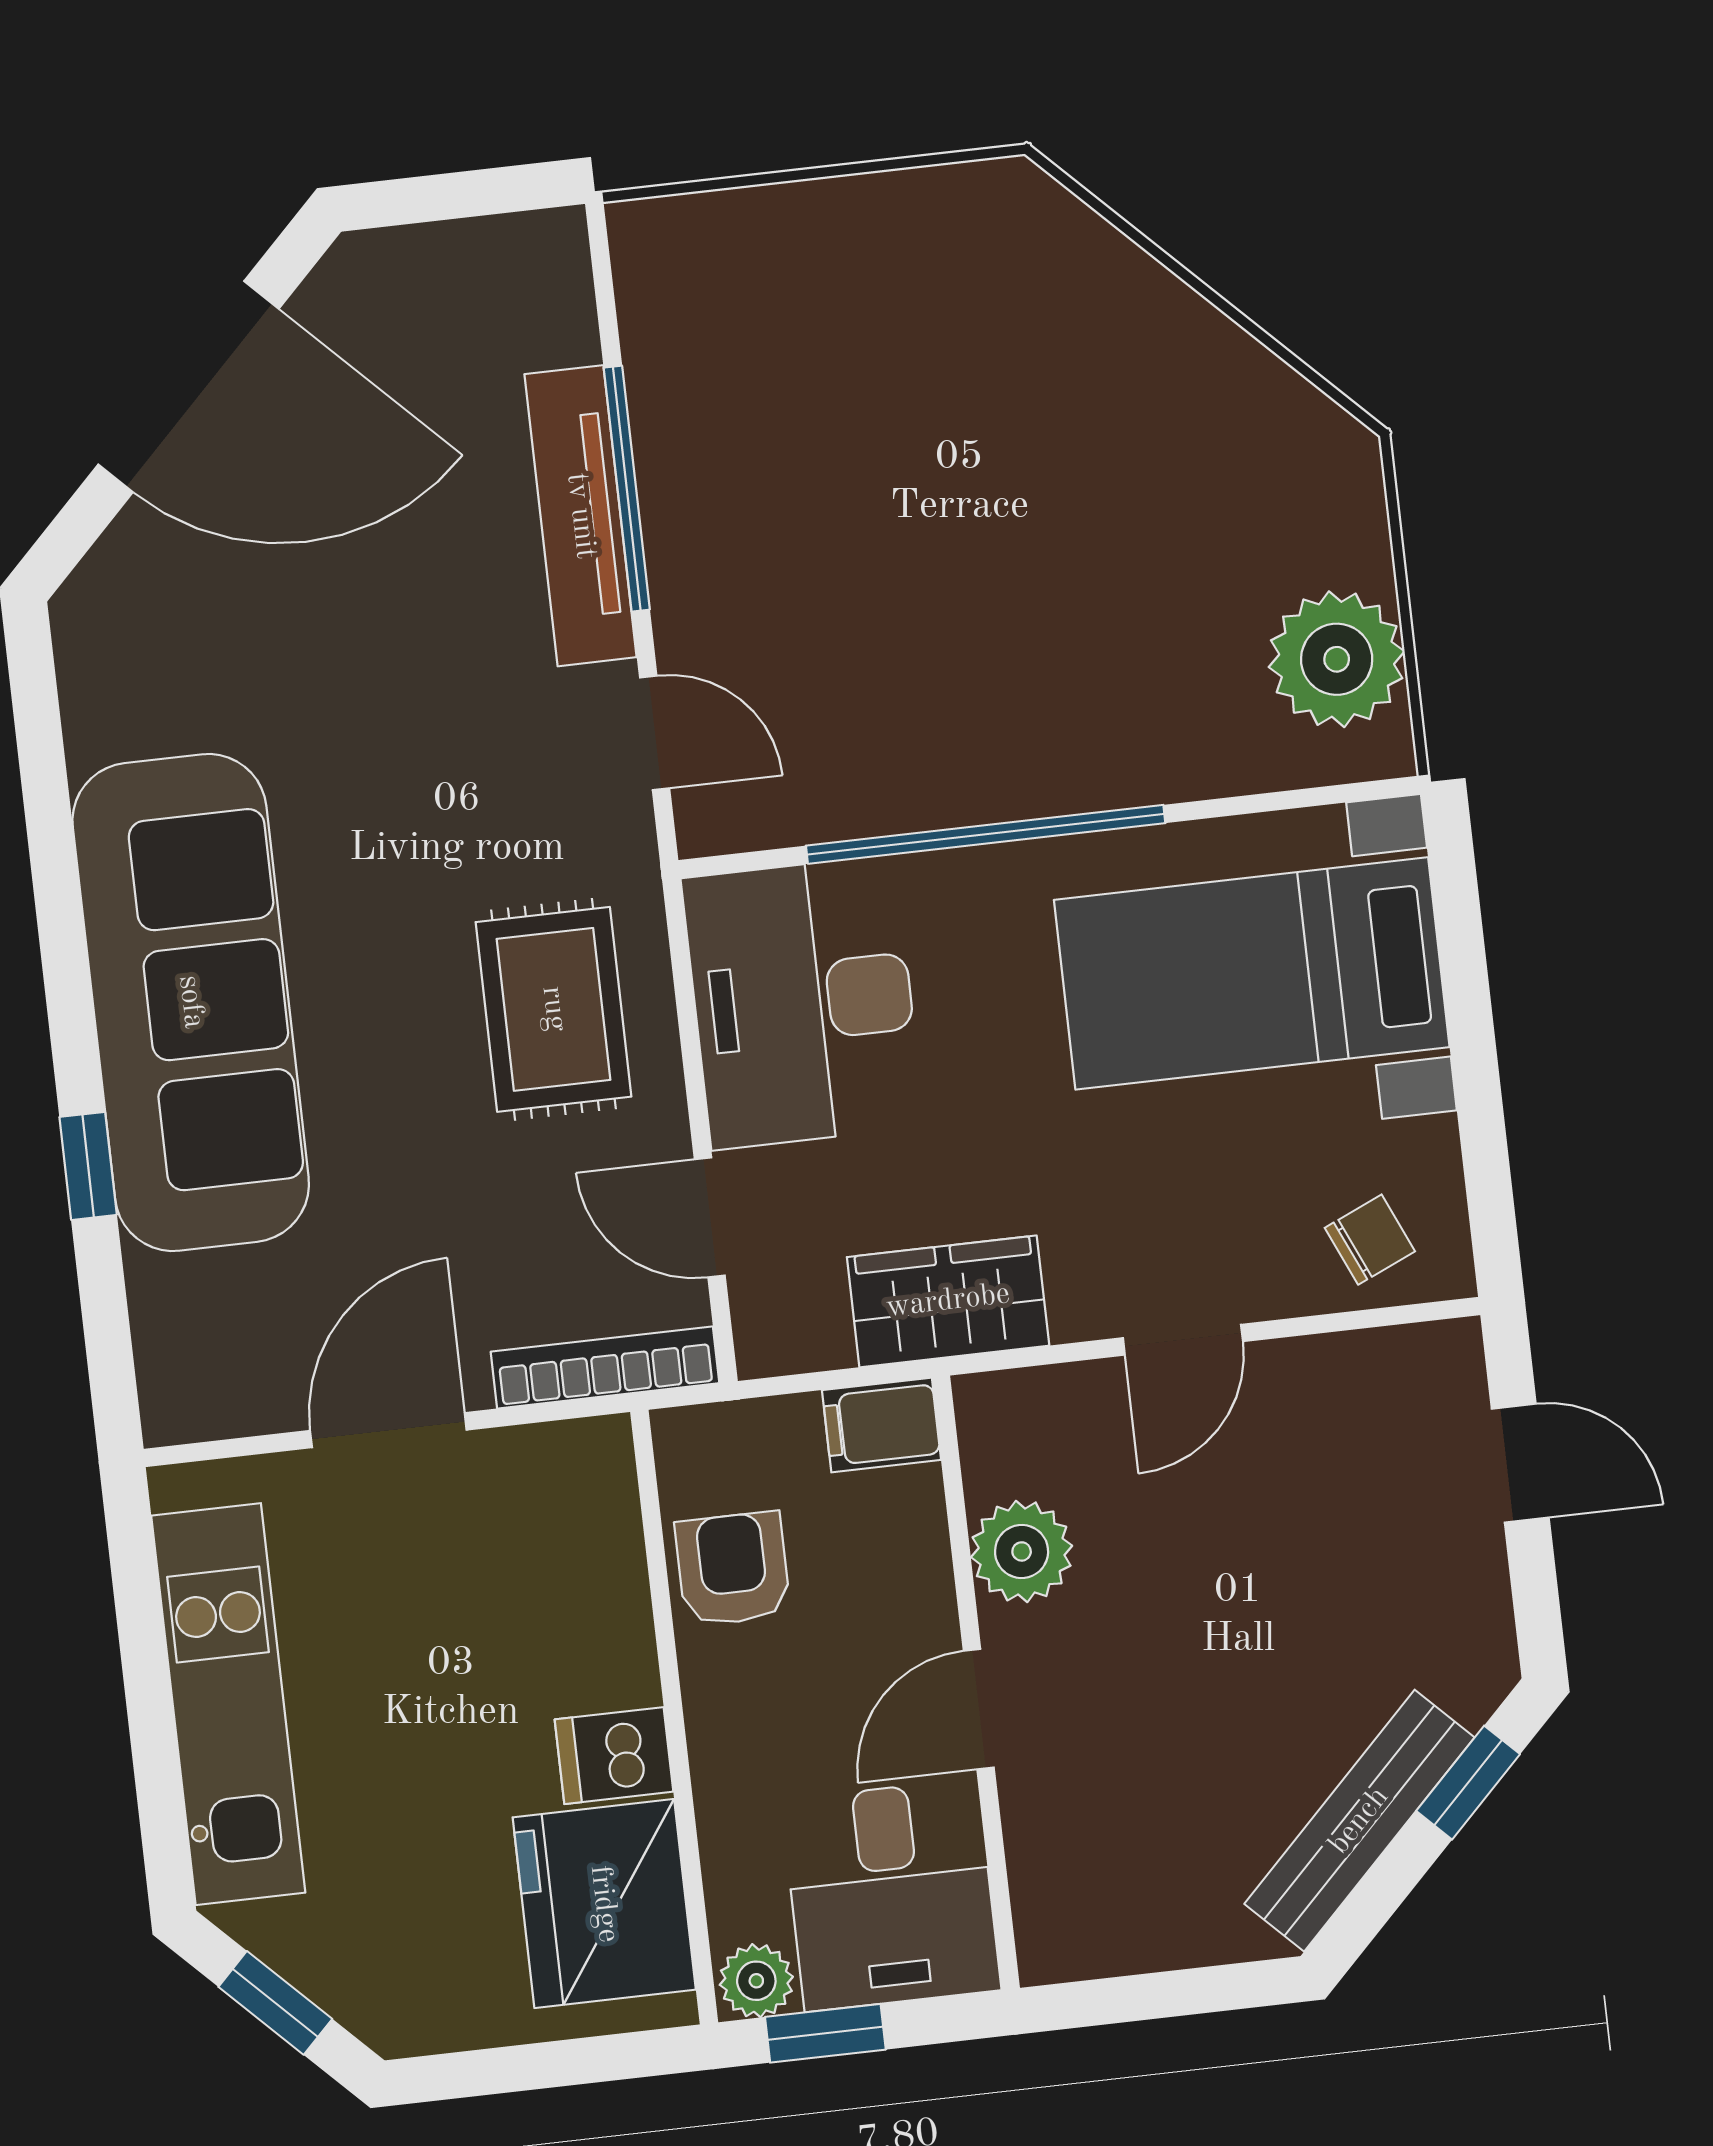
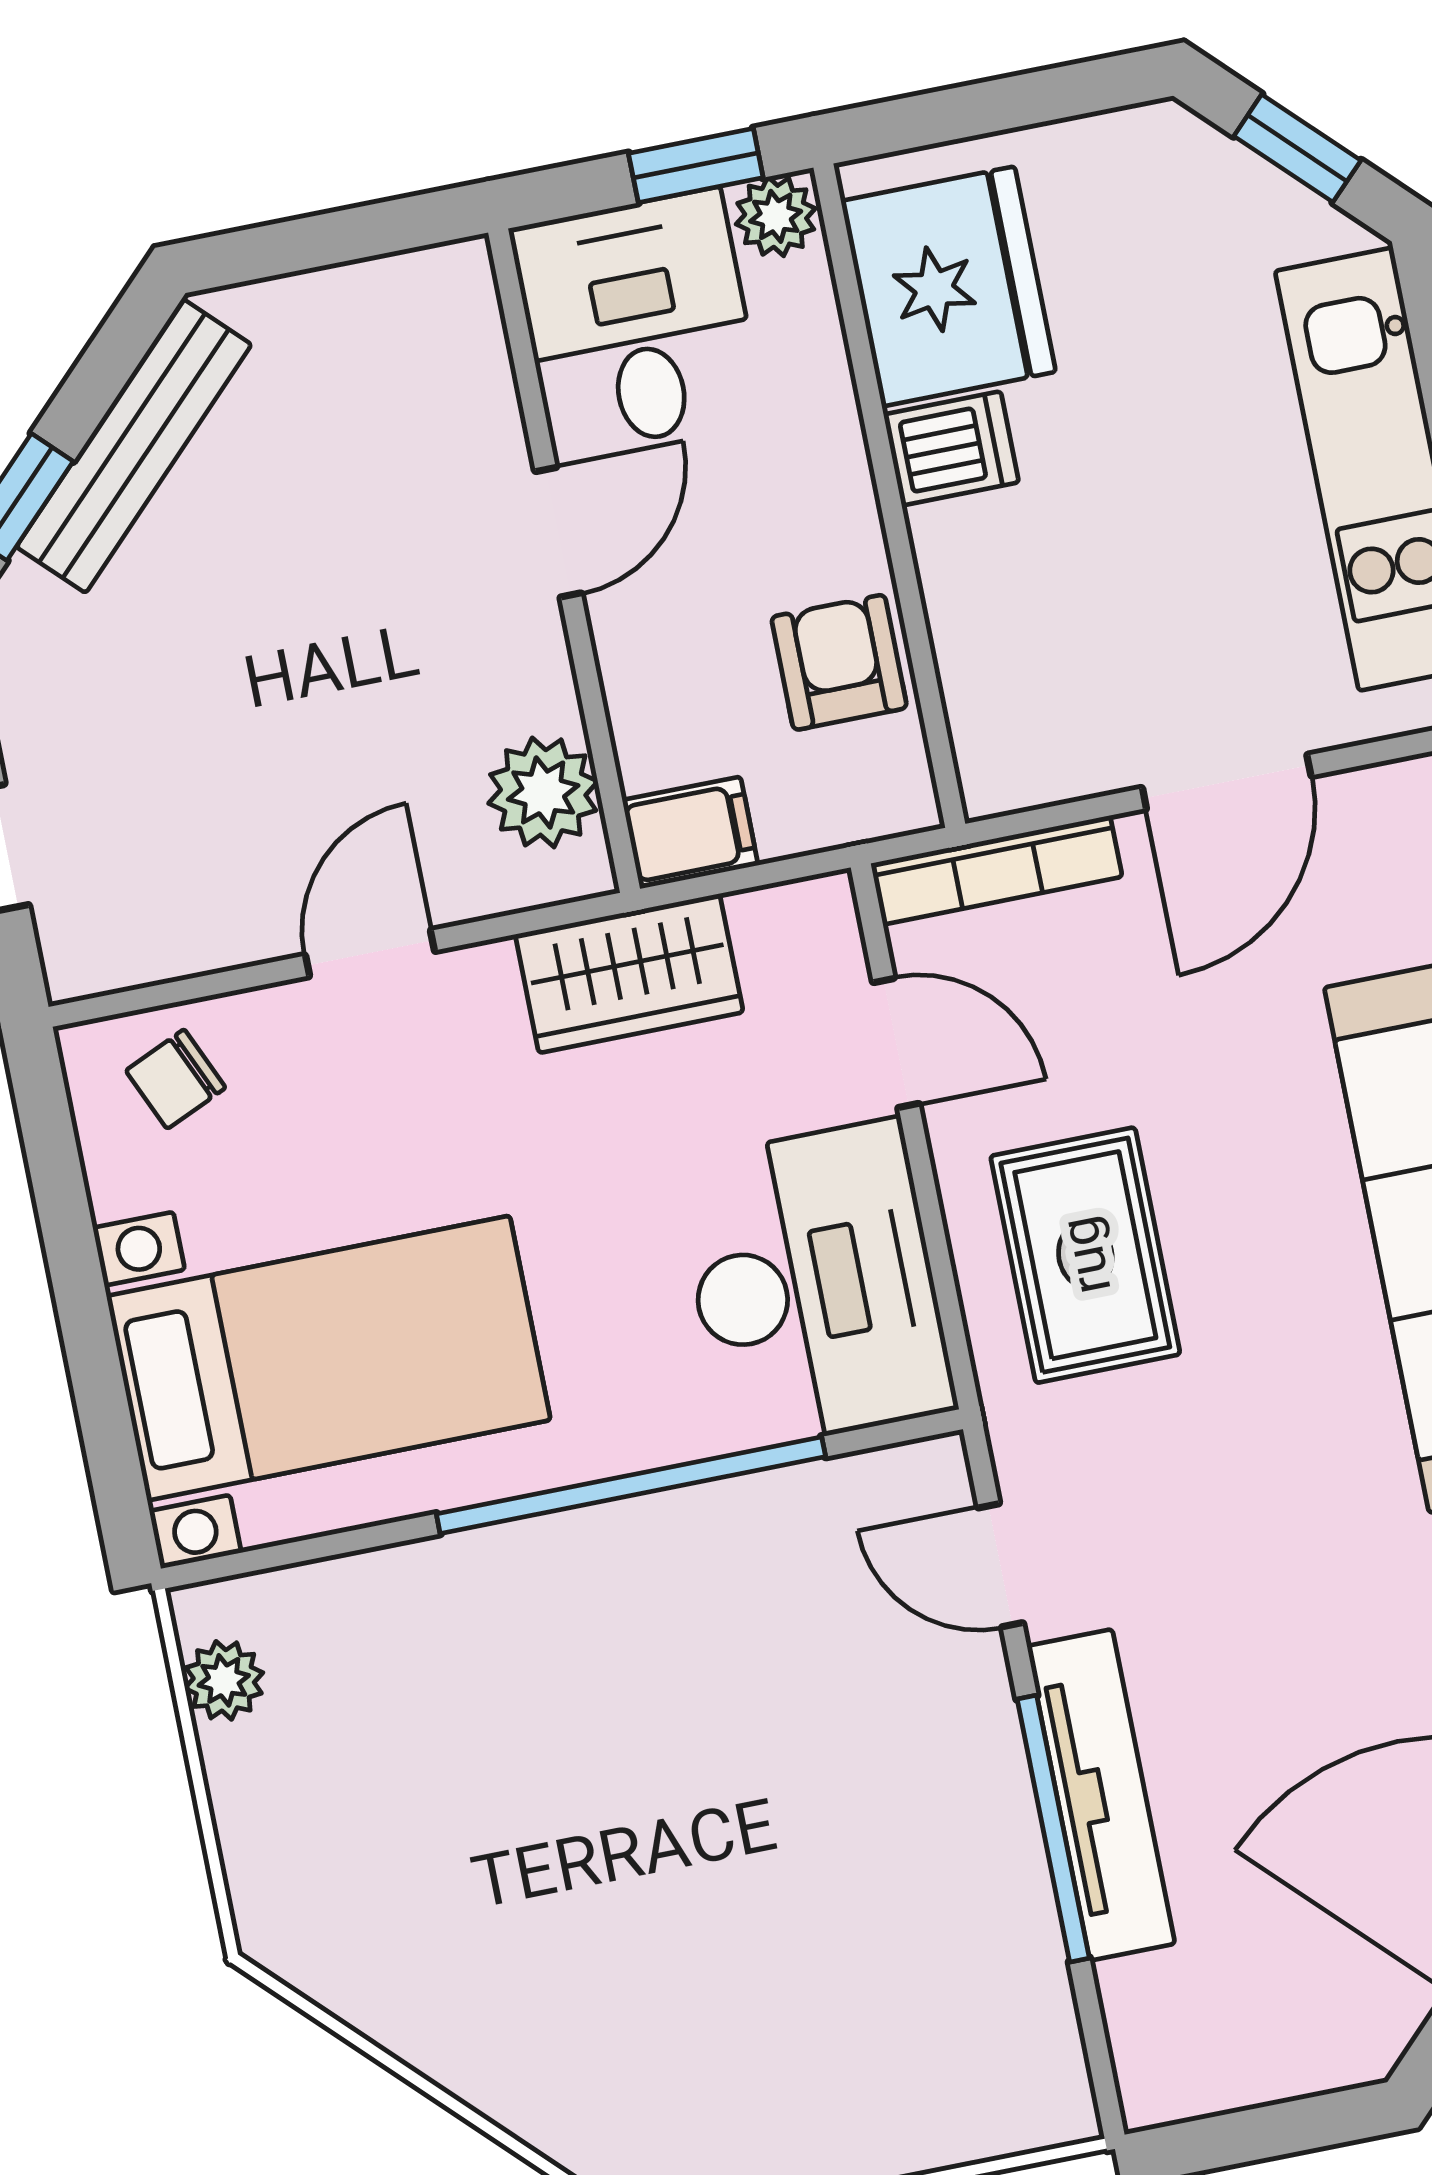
plant: (1337, 659) -> (224, 1680), width x0.53, depth x0.53
plant: (1022, 1551) -> (543, 792), moved
armchair: (733, 1569) -> (839, 662), turned 180

